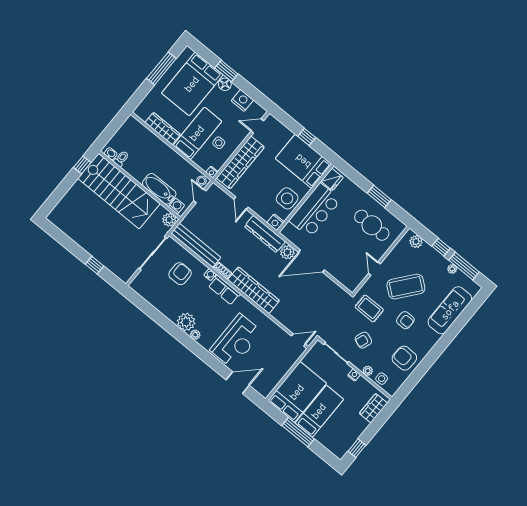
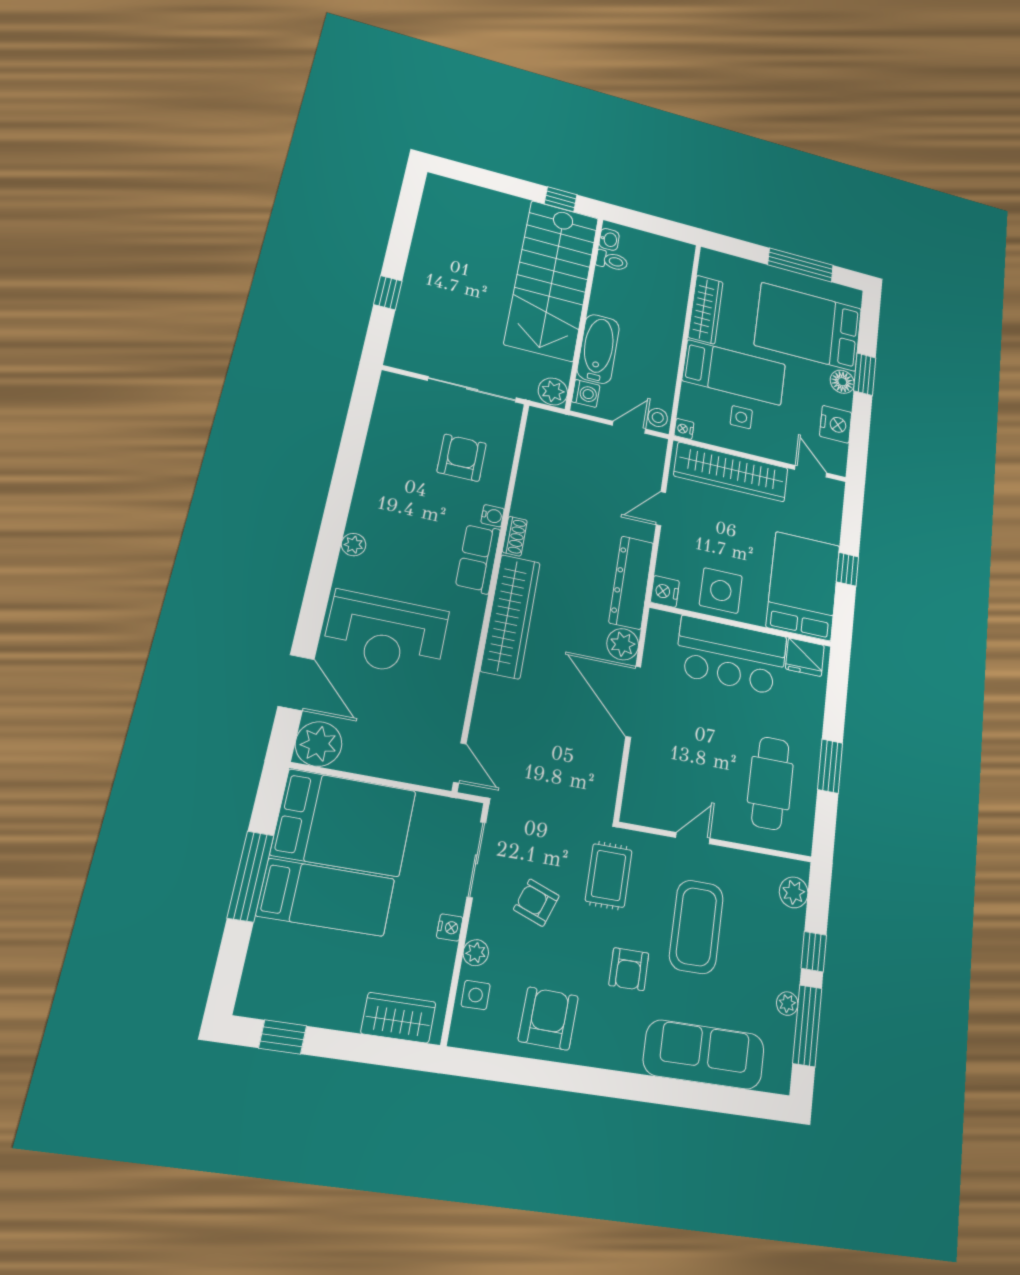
bench: (196, 245) -> (534, 462), removed
armchair: (180, 274) -> (462, 458), turned -90
coffee table: (406, 287) -> (696, 927), turned 51
plant: (186, 322) -> (319, 744), moved

